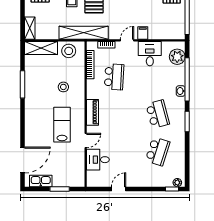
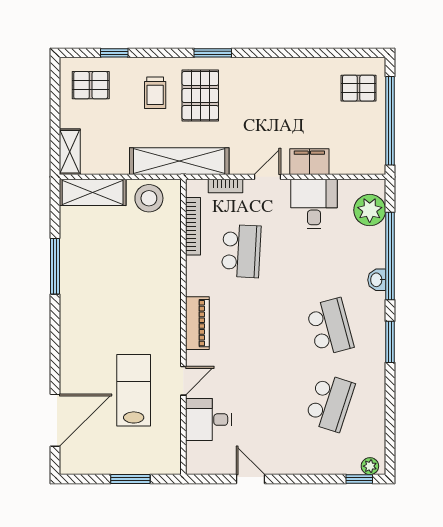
filing cabinet: (143, 33) -> (309, 162), width x2.00
stool: (63, 87) -> (138, 272), removed
lab bench: (62, 125) -> (134, 390), moved
kitchen sink: (41, 181) -> (92, 463), removed
door: (119, 189) -> (250, 479), hinge flipped

